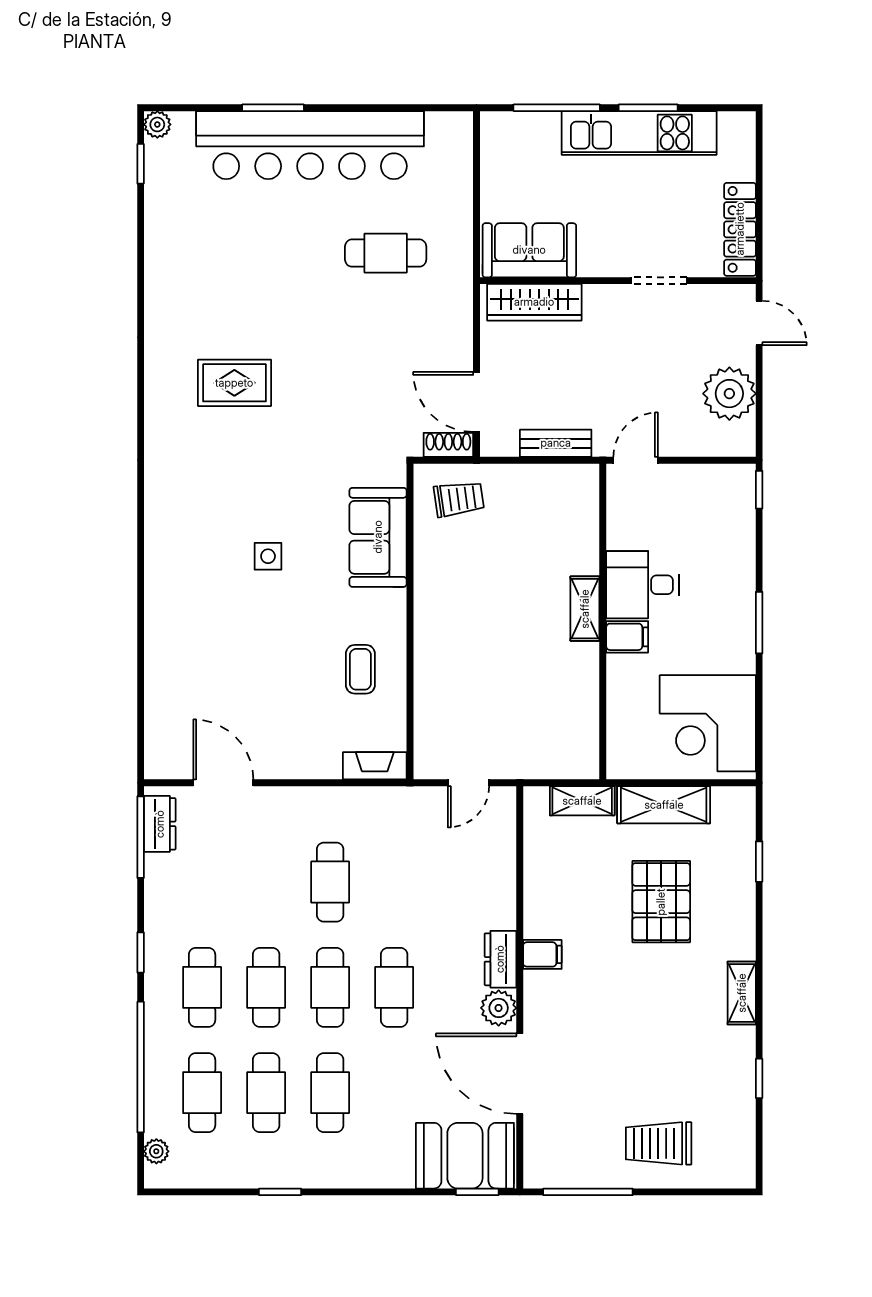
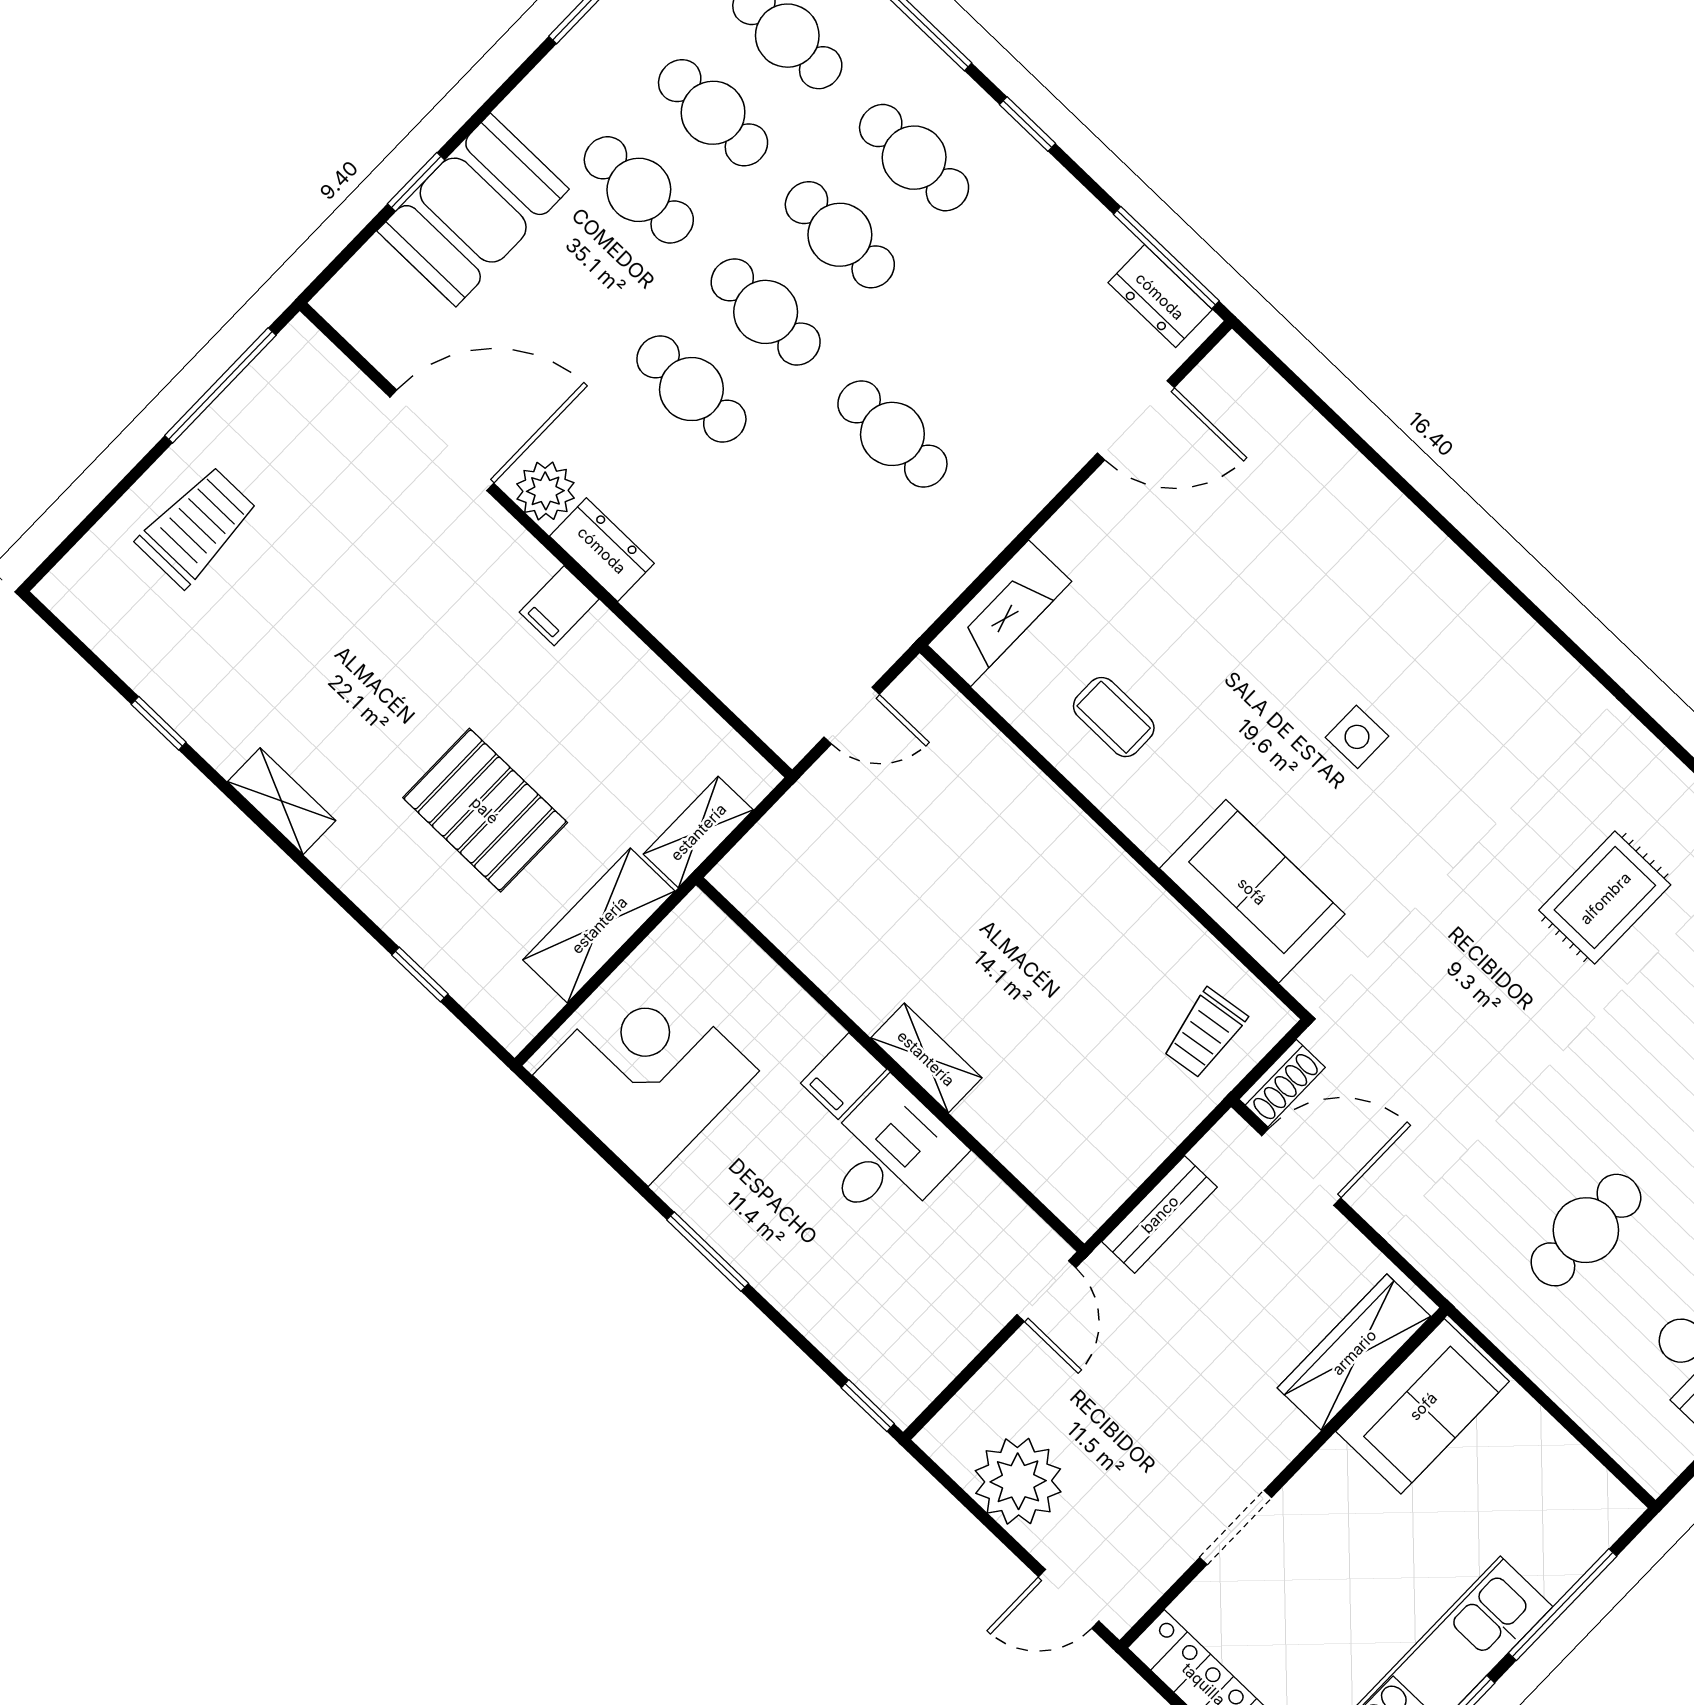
fireplace: (375, 766) -> (1000, 613), width x1.37, depth x1.32
door: (468, 783) -> (852, 716), swing flipped
booth: (465, 1156) -> (473, 210), moved
window: (477, 1192) -> (416, 182), moved

